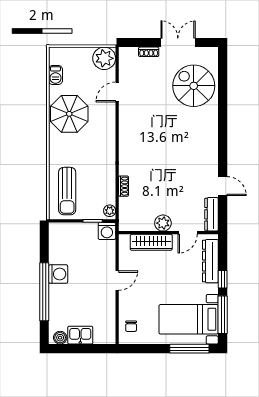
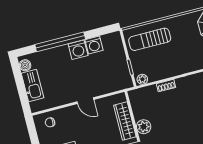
washing machine: (107, 231) -> (94, 45), moved, turned -90
kitchen sink: (80, 335) -> (33, 86), width x1.38

